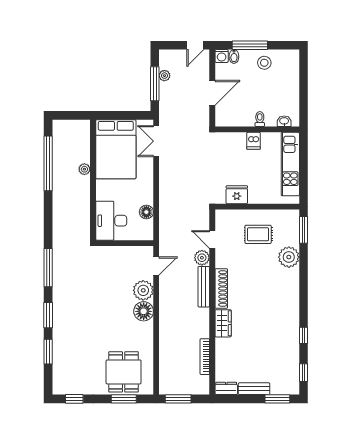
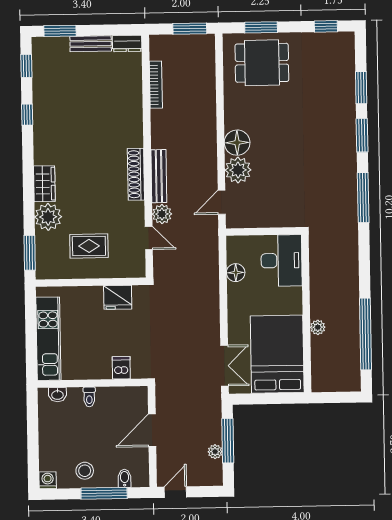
washing machine: (222, 56) -> (48, 480), moved
dishwasher: (253, 141) -> (121, 368), moved
wardrobe: (223, 323) -> (44, 184), moved, turned 180
dining table: (124, 372) -> (262, 63), turned 90

